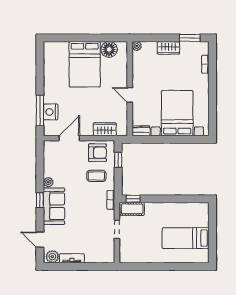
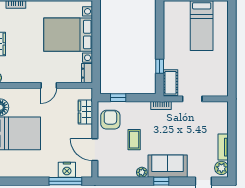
coffee table: (96, 176) -> (134, 140), moved
window: (133, 199) -> (160, 66), moved

